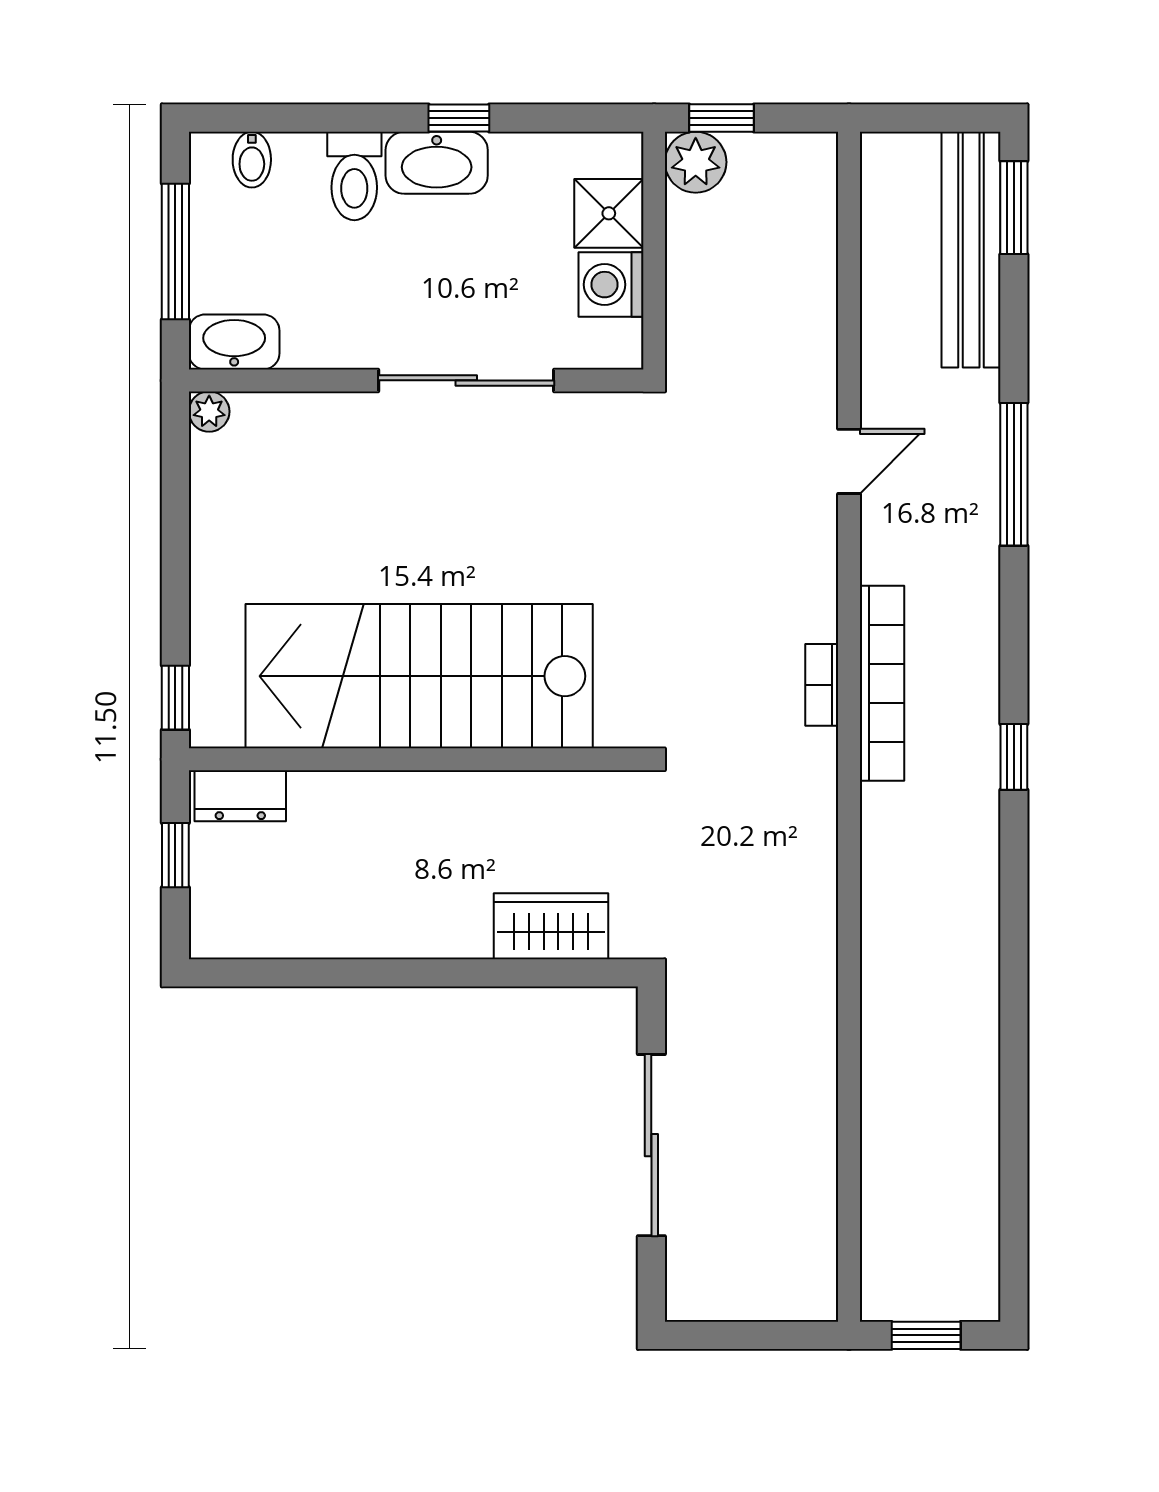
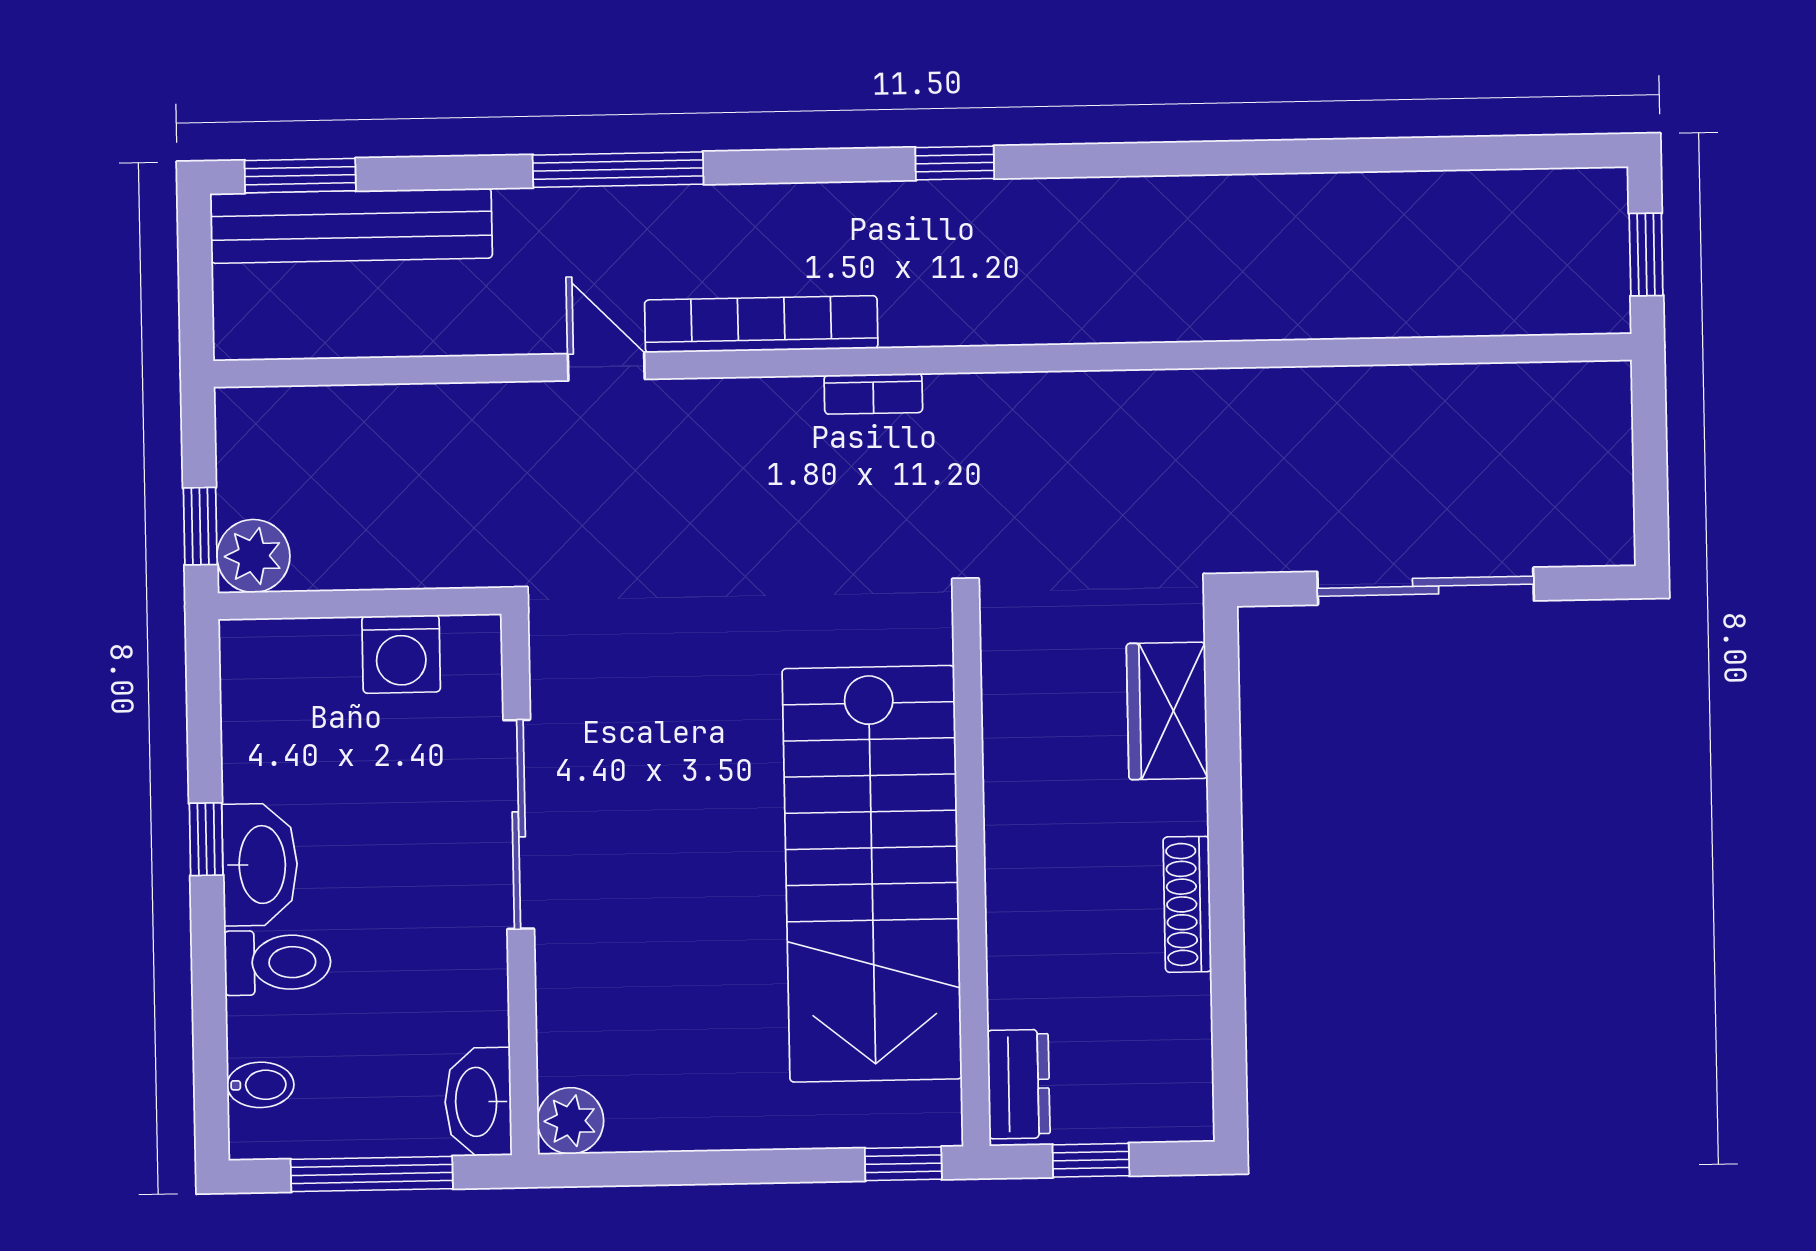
shower: (609, 213) -> (316, 658), removed
plant: (209, 412) -> (570, 1121), width x1.38, depth x1.38
bookcase: (882, 683) -> (761, 324), moved
shoe rack: (388, 940) -> (1187, 904), added

